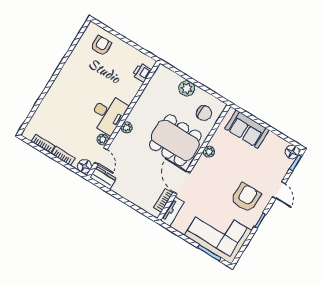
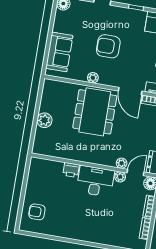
printer: (142, 73) -> (71, 170), moved
chair: (204, 113) -> (60, 96), removed
plant: (127, 127) -> (122, 163), moved
door: (182, 182) -> (130, 91), hinge flipped
armchair: (246, 198) -> (108, 46), moved

